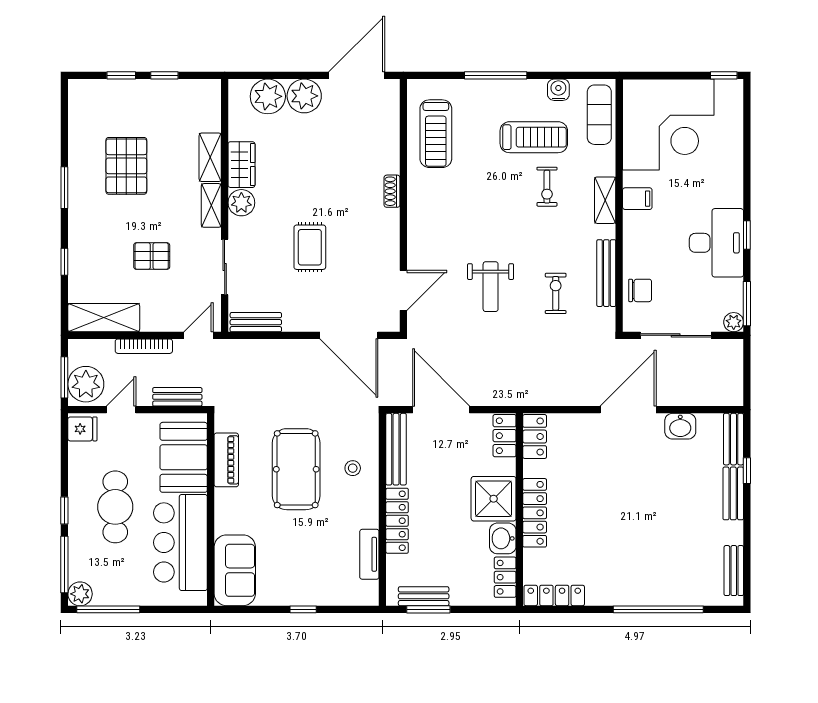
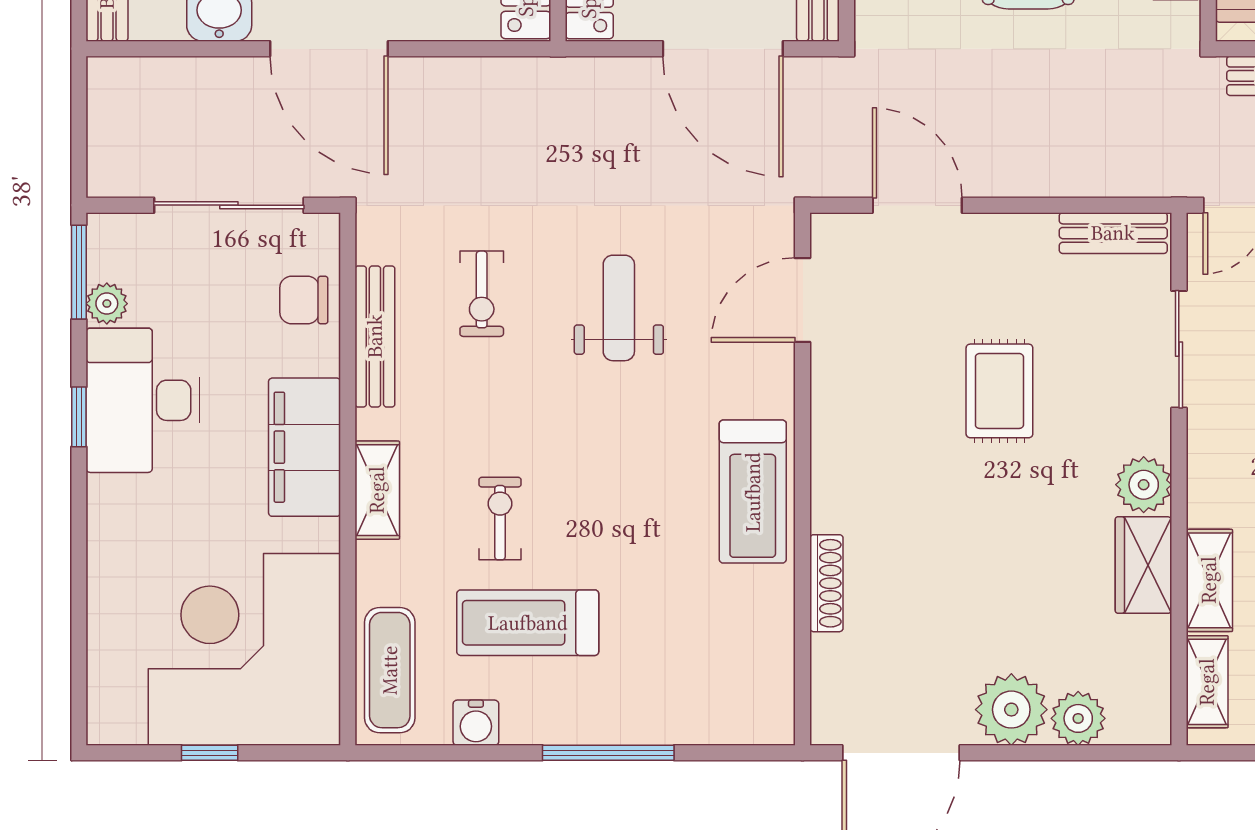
window: (724, 75) -> (210, 753), moved
plant: (268, 96) -> (1078, 718), width x0.73, depth x0.73
treadmill: (436, 134) -> (753, 492), moved, turned 180
shoe rack: (392, 191) -> (826, 583), moved, width x1.43
filing cabinet: (637, 199) -> (305, 447), width x3.00, depth x1.17
shelving: (211, 205) -> (1207, 682), moved
plant: (734, 322) -> (107, 304), moved
door: (349, 335) -> (917, 205), width x0.73
door: (628, 410) -> (329, 49), hinge flipped

